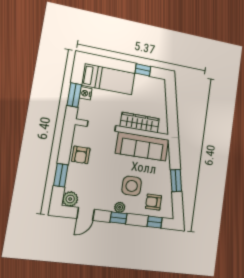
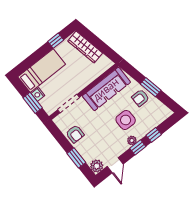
wardrobe: (140, 122) -> (85, 47), moved, turned -102
armchair: (154, 202) -> (140, 98), moved
window: (155, 222) -> (154, 135), moved

